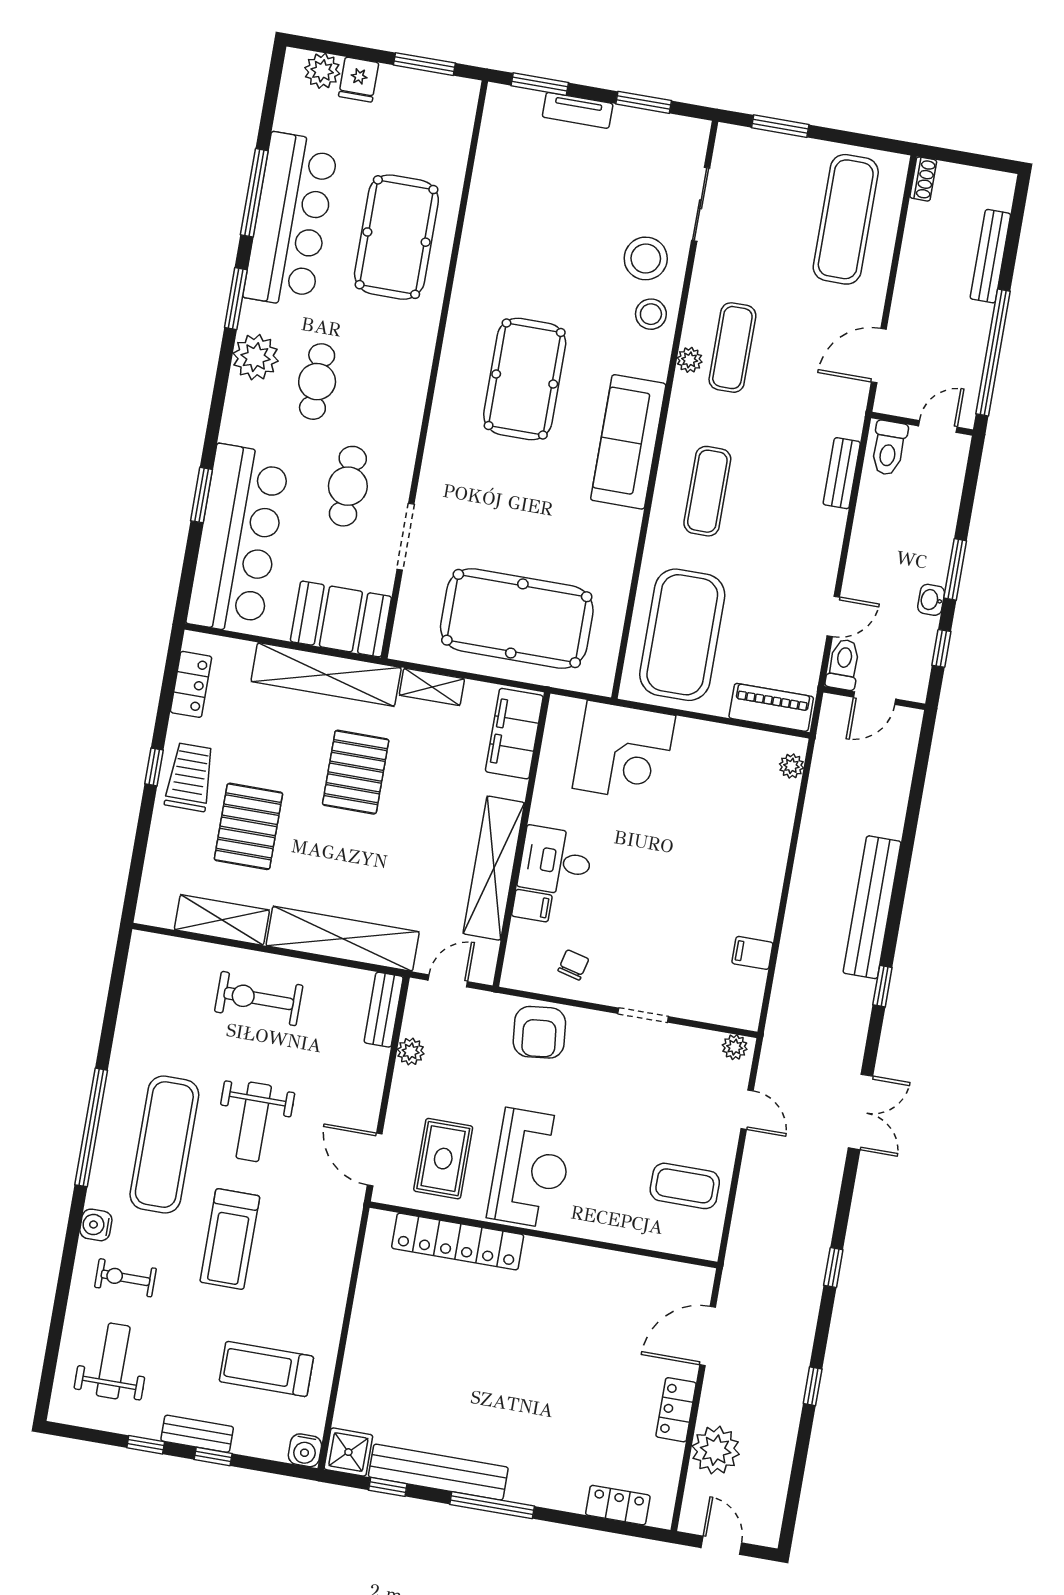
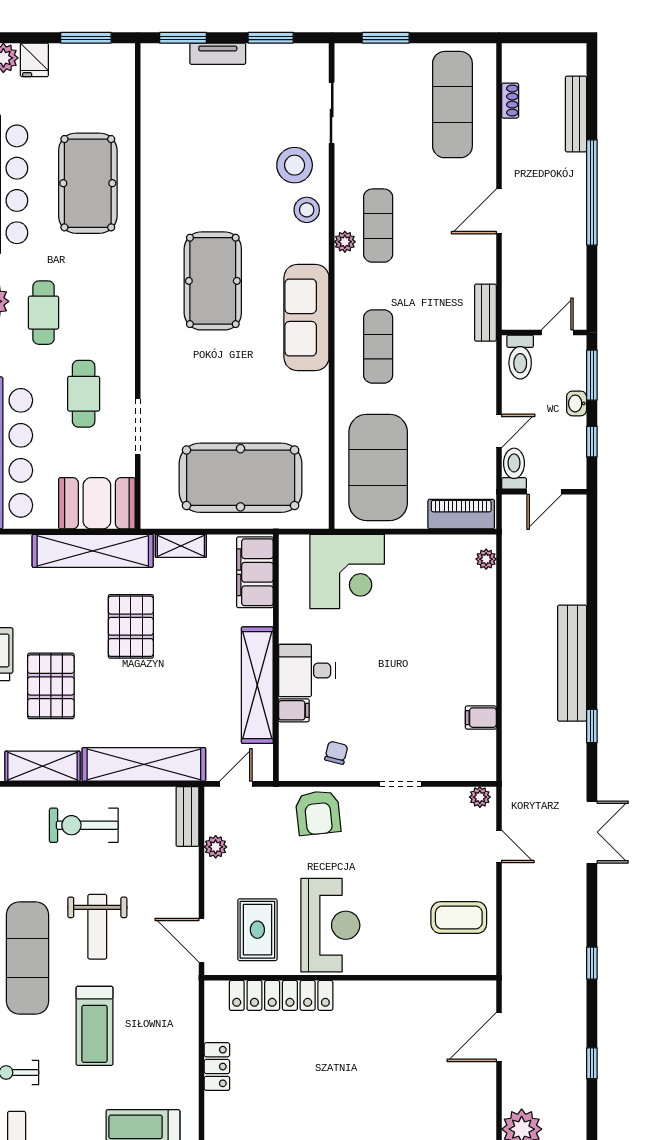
shoe rack: (923, 179) -> (510, 101), moved
wall: (922, 424) -> (544, 332), moved
door: (938, 427) -> (557, 332), moved
toilet: (889, 448) -> (520, 357), moved
locker: (676, 1410) -> (217, 1067), moved, turned 180

